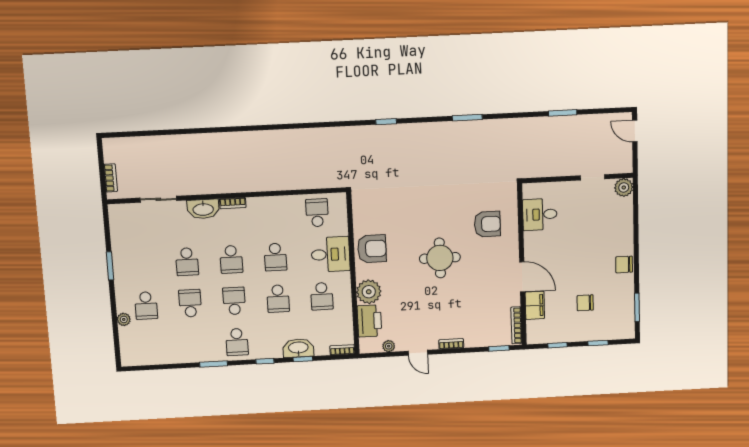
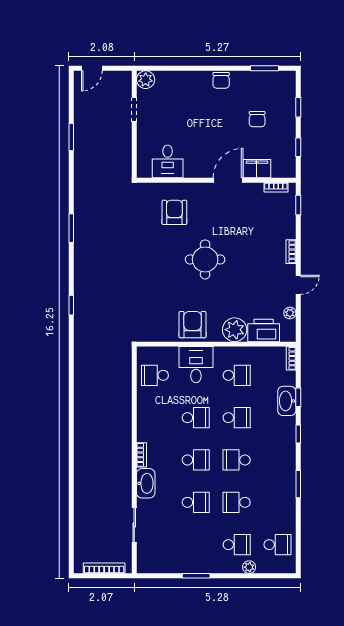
bookcase: (111, 178) -> (104, 568), width x1.56
bookcase: (516, 325) -> (276, 187), width x0.64
school desk: (237, 342) -> (277, 545), moved

